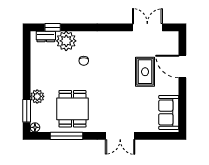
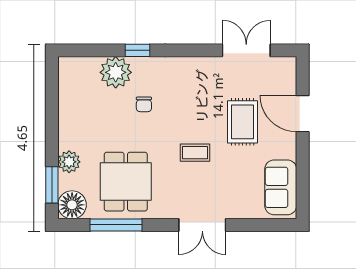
window: (53, 27) -> (138, 50), moved
dresser: (46, 36) -> (83, 65), removed
coffee table: (116, 91) -> (195, 153), added
floor lamp: (35, 127) -> (72, 205), width x1.89, depth x1.89

